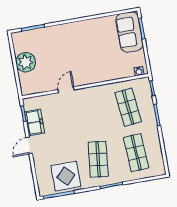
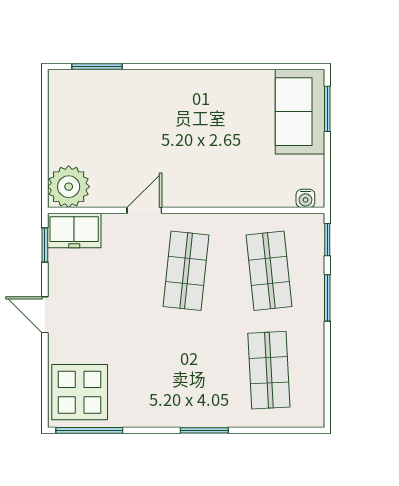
plant: (26, 62) -> (69, 187), moved
freezer: (35, 122) -> (74, 230), moved, turned 90
door: (29, 145) -> (45, 315), hinge flipped
shop shelf: (98, 159) -> (186, 271), moved
display table: (66, 176) -> (80, 392), moved

